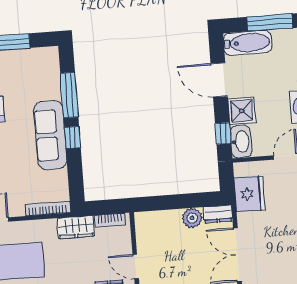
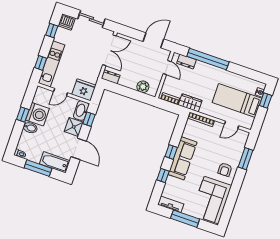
tv unit: (38, 55) -> (171, 204), added
window: (69, 95) -> (163, 176), width x0.46
fridge: (249, 194) -> (84, 90), moved, turned 90
plant: (192, 218) -> (143, 87), moved

